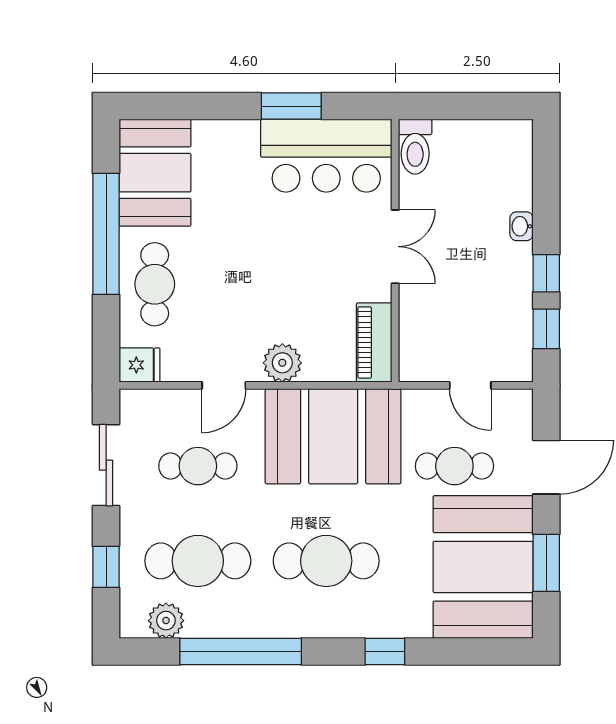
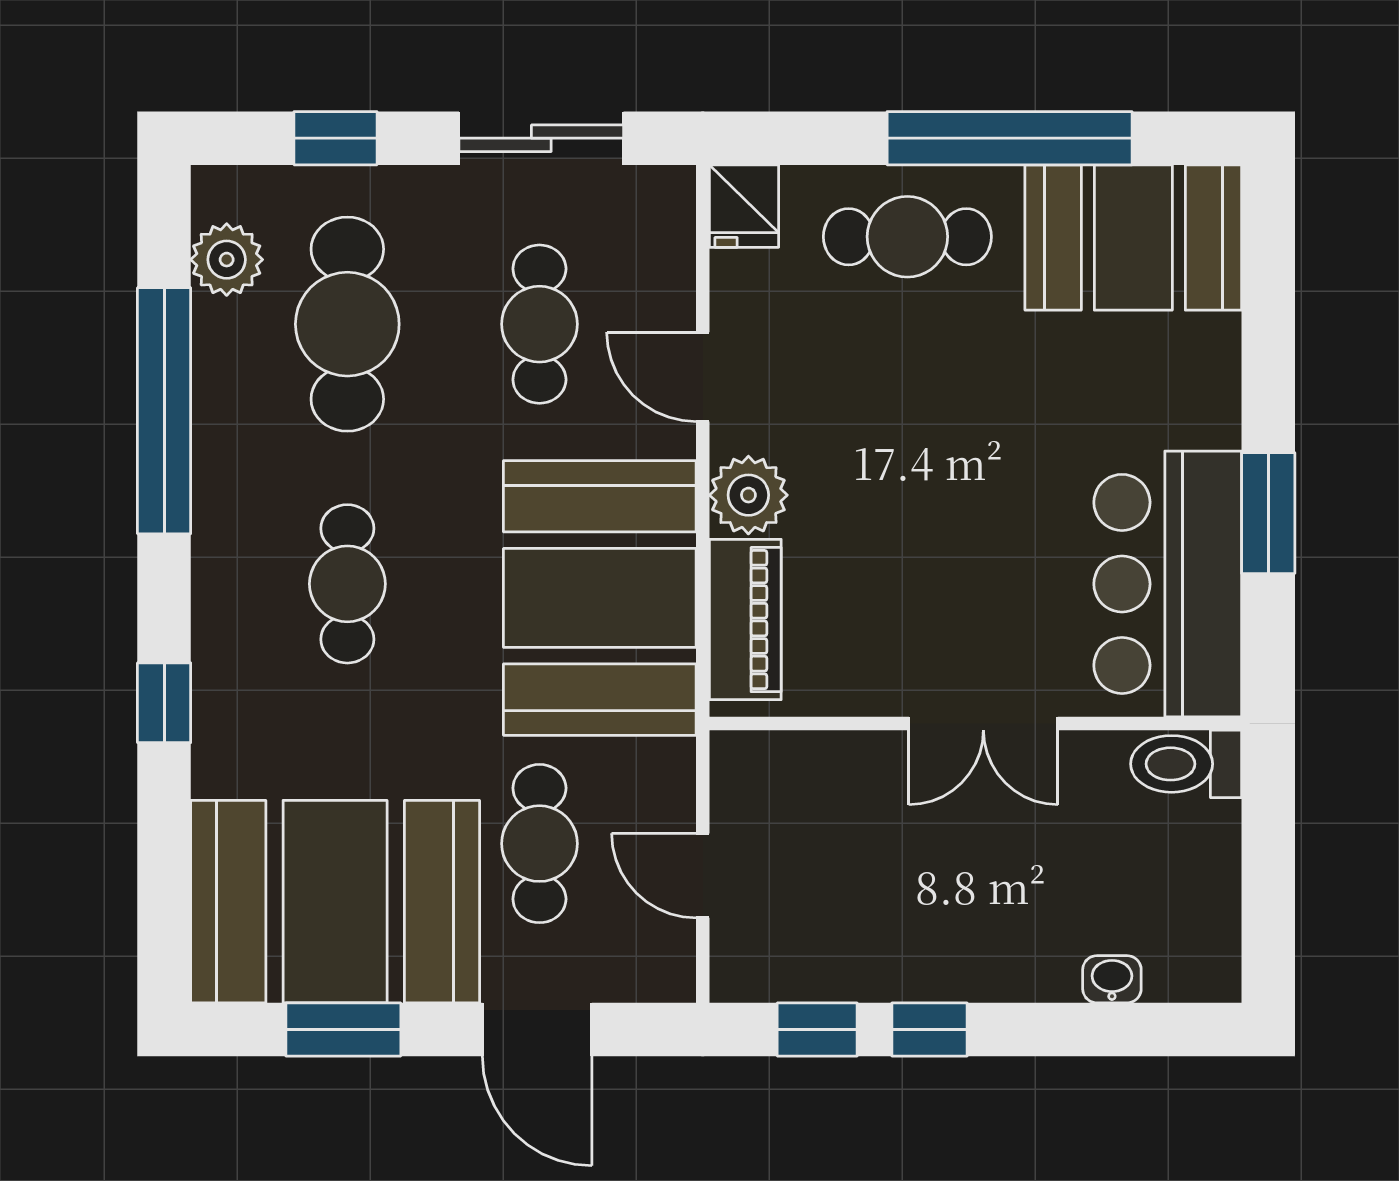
washbasin: (521, 226) -> (1112, 979), moved
piano: (374, 342) -> (745, 620), moved, turned 90
door: (470, 385) -> (703, 876), hinge flipped
cafe table: (326, 561) -> (347, 584), width x0.73, depth x0.74

